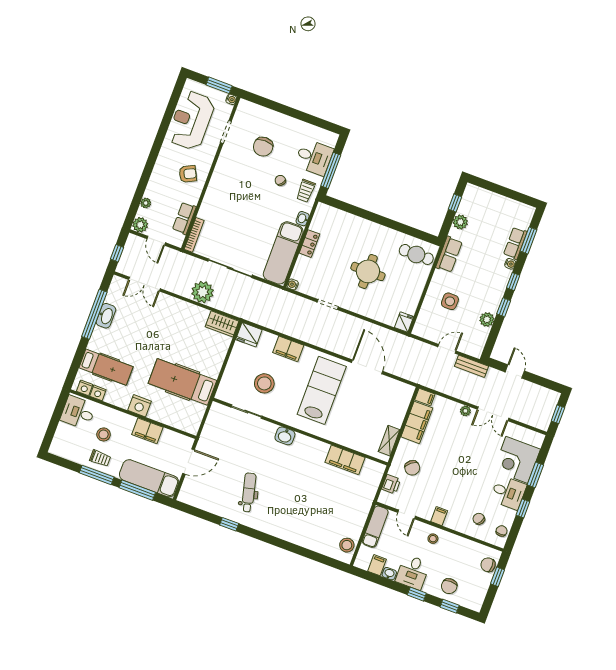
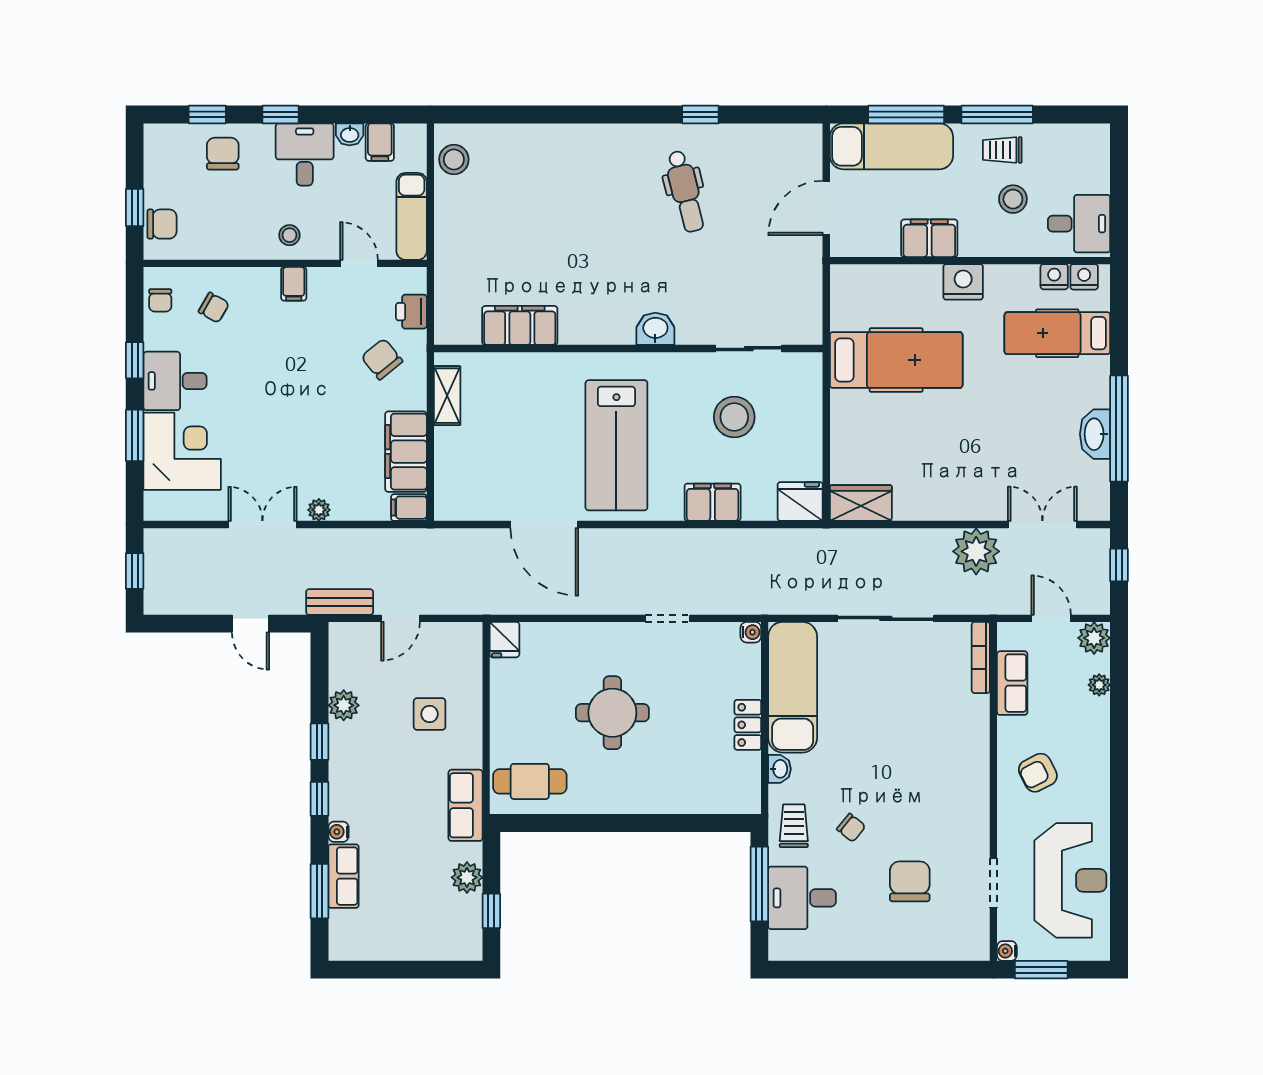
plant: (203, 292) -> (976, 551), moved

